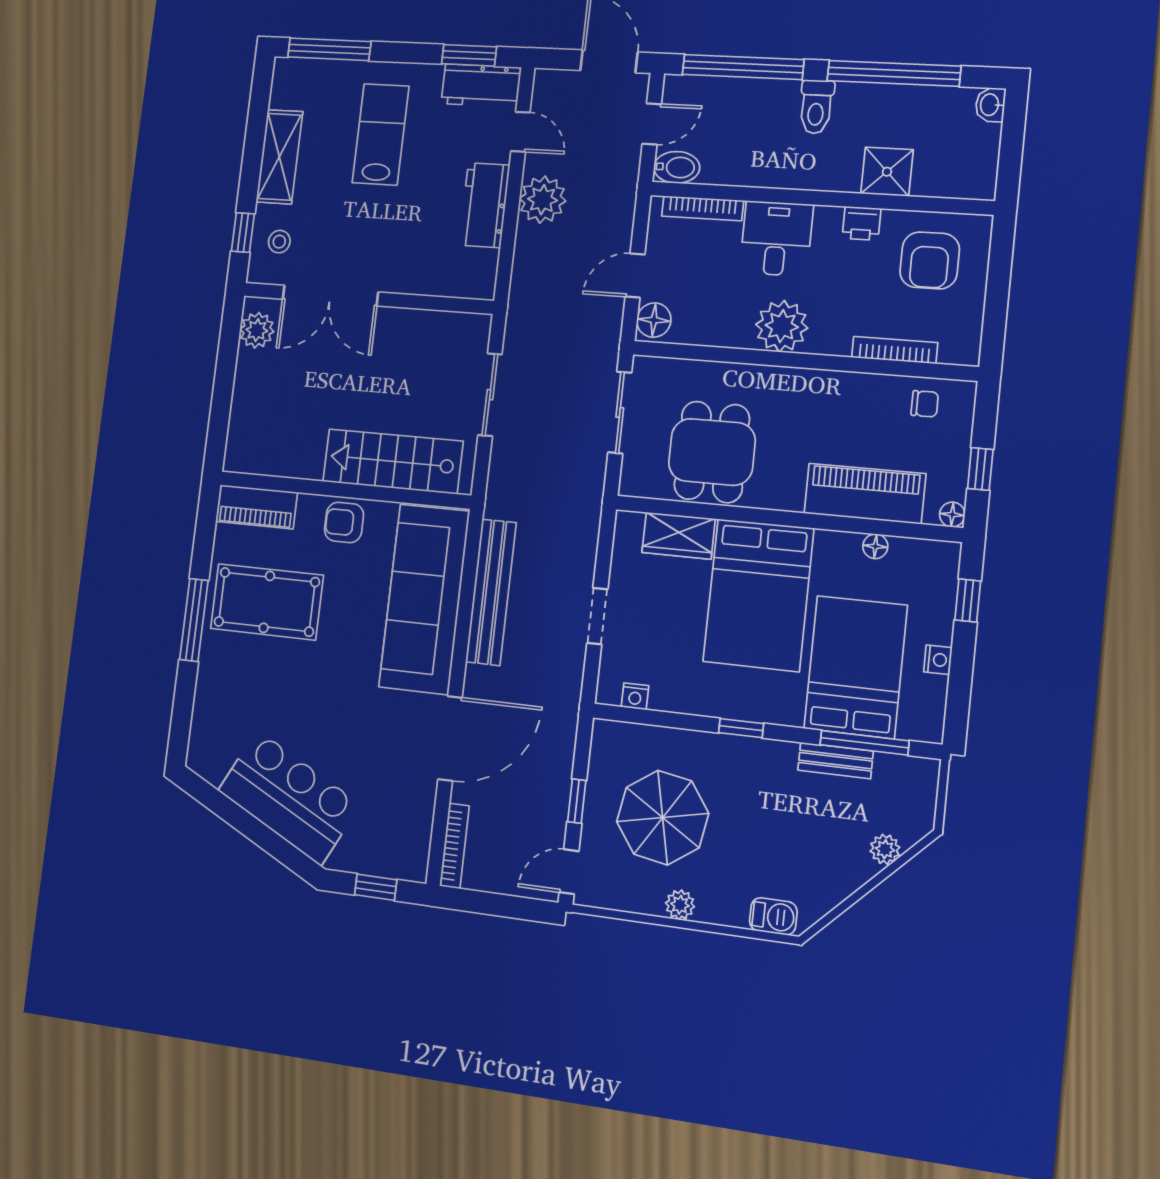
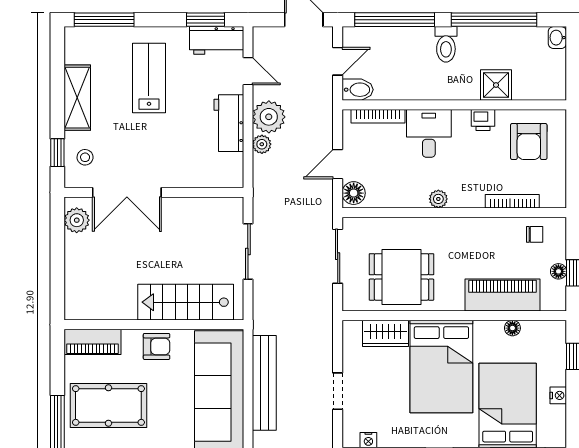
plant: (528, 239) -> (262, 144), added
plant: (782, 326) -> (438, 199), width x0.53, depth x0.53
dining table: (712, 452) -> (401, 277), turned 90
floor lamp: (952, 515) -> (558, 271), moved
armchair: (344, 522) -> (157, 346), turned 180

